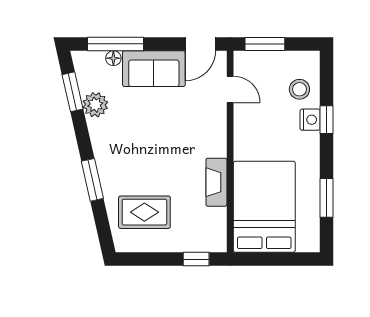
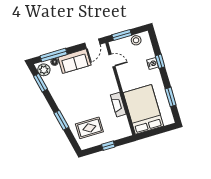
stool: (299, 89) -> (136, 40), moved
plant: (95, 105) -> (44, 70), moved
window: (196, 259) -> (108, 146), moved

